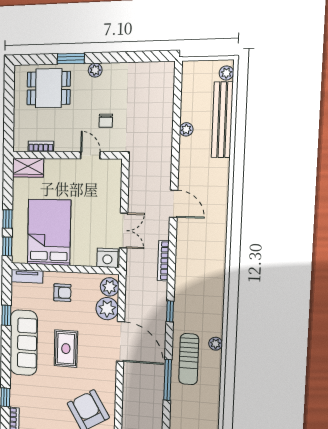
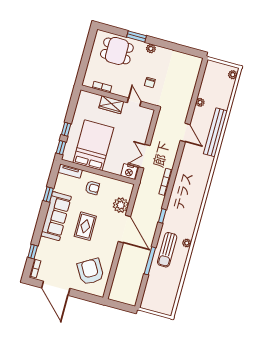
bench: (222, 120) -> (215, 132), moved
wardrobe: (28, 168) -> (111, 105), moved
door: (174, 204) -> (185, 133), moved
double door: (124, 230) -> (144, 156), swing flipped
plant: (110, 287) -> (126, 191), removed

